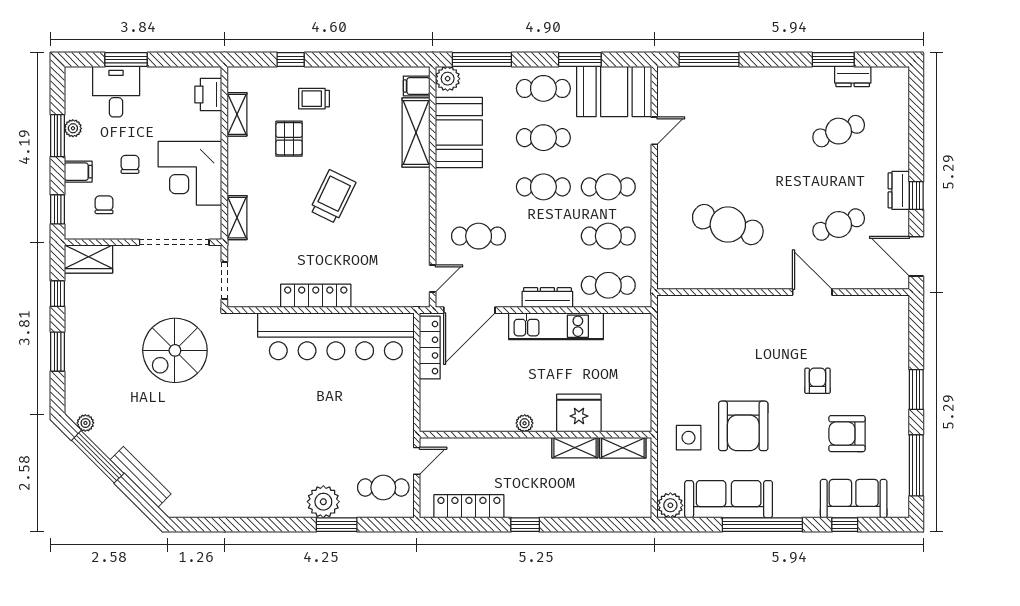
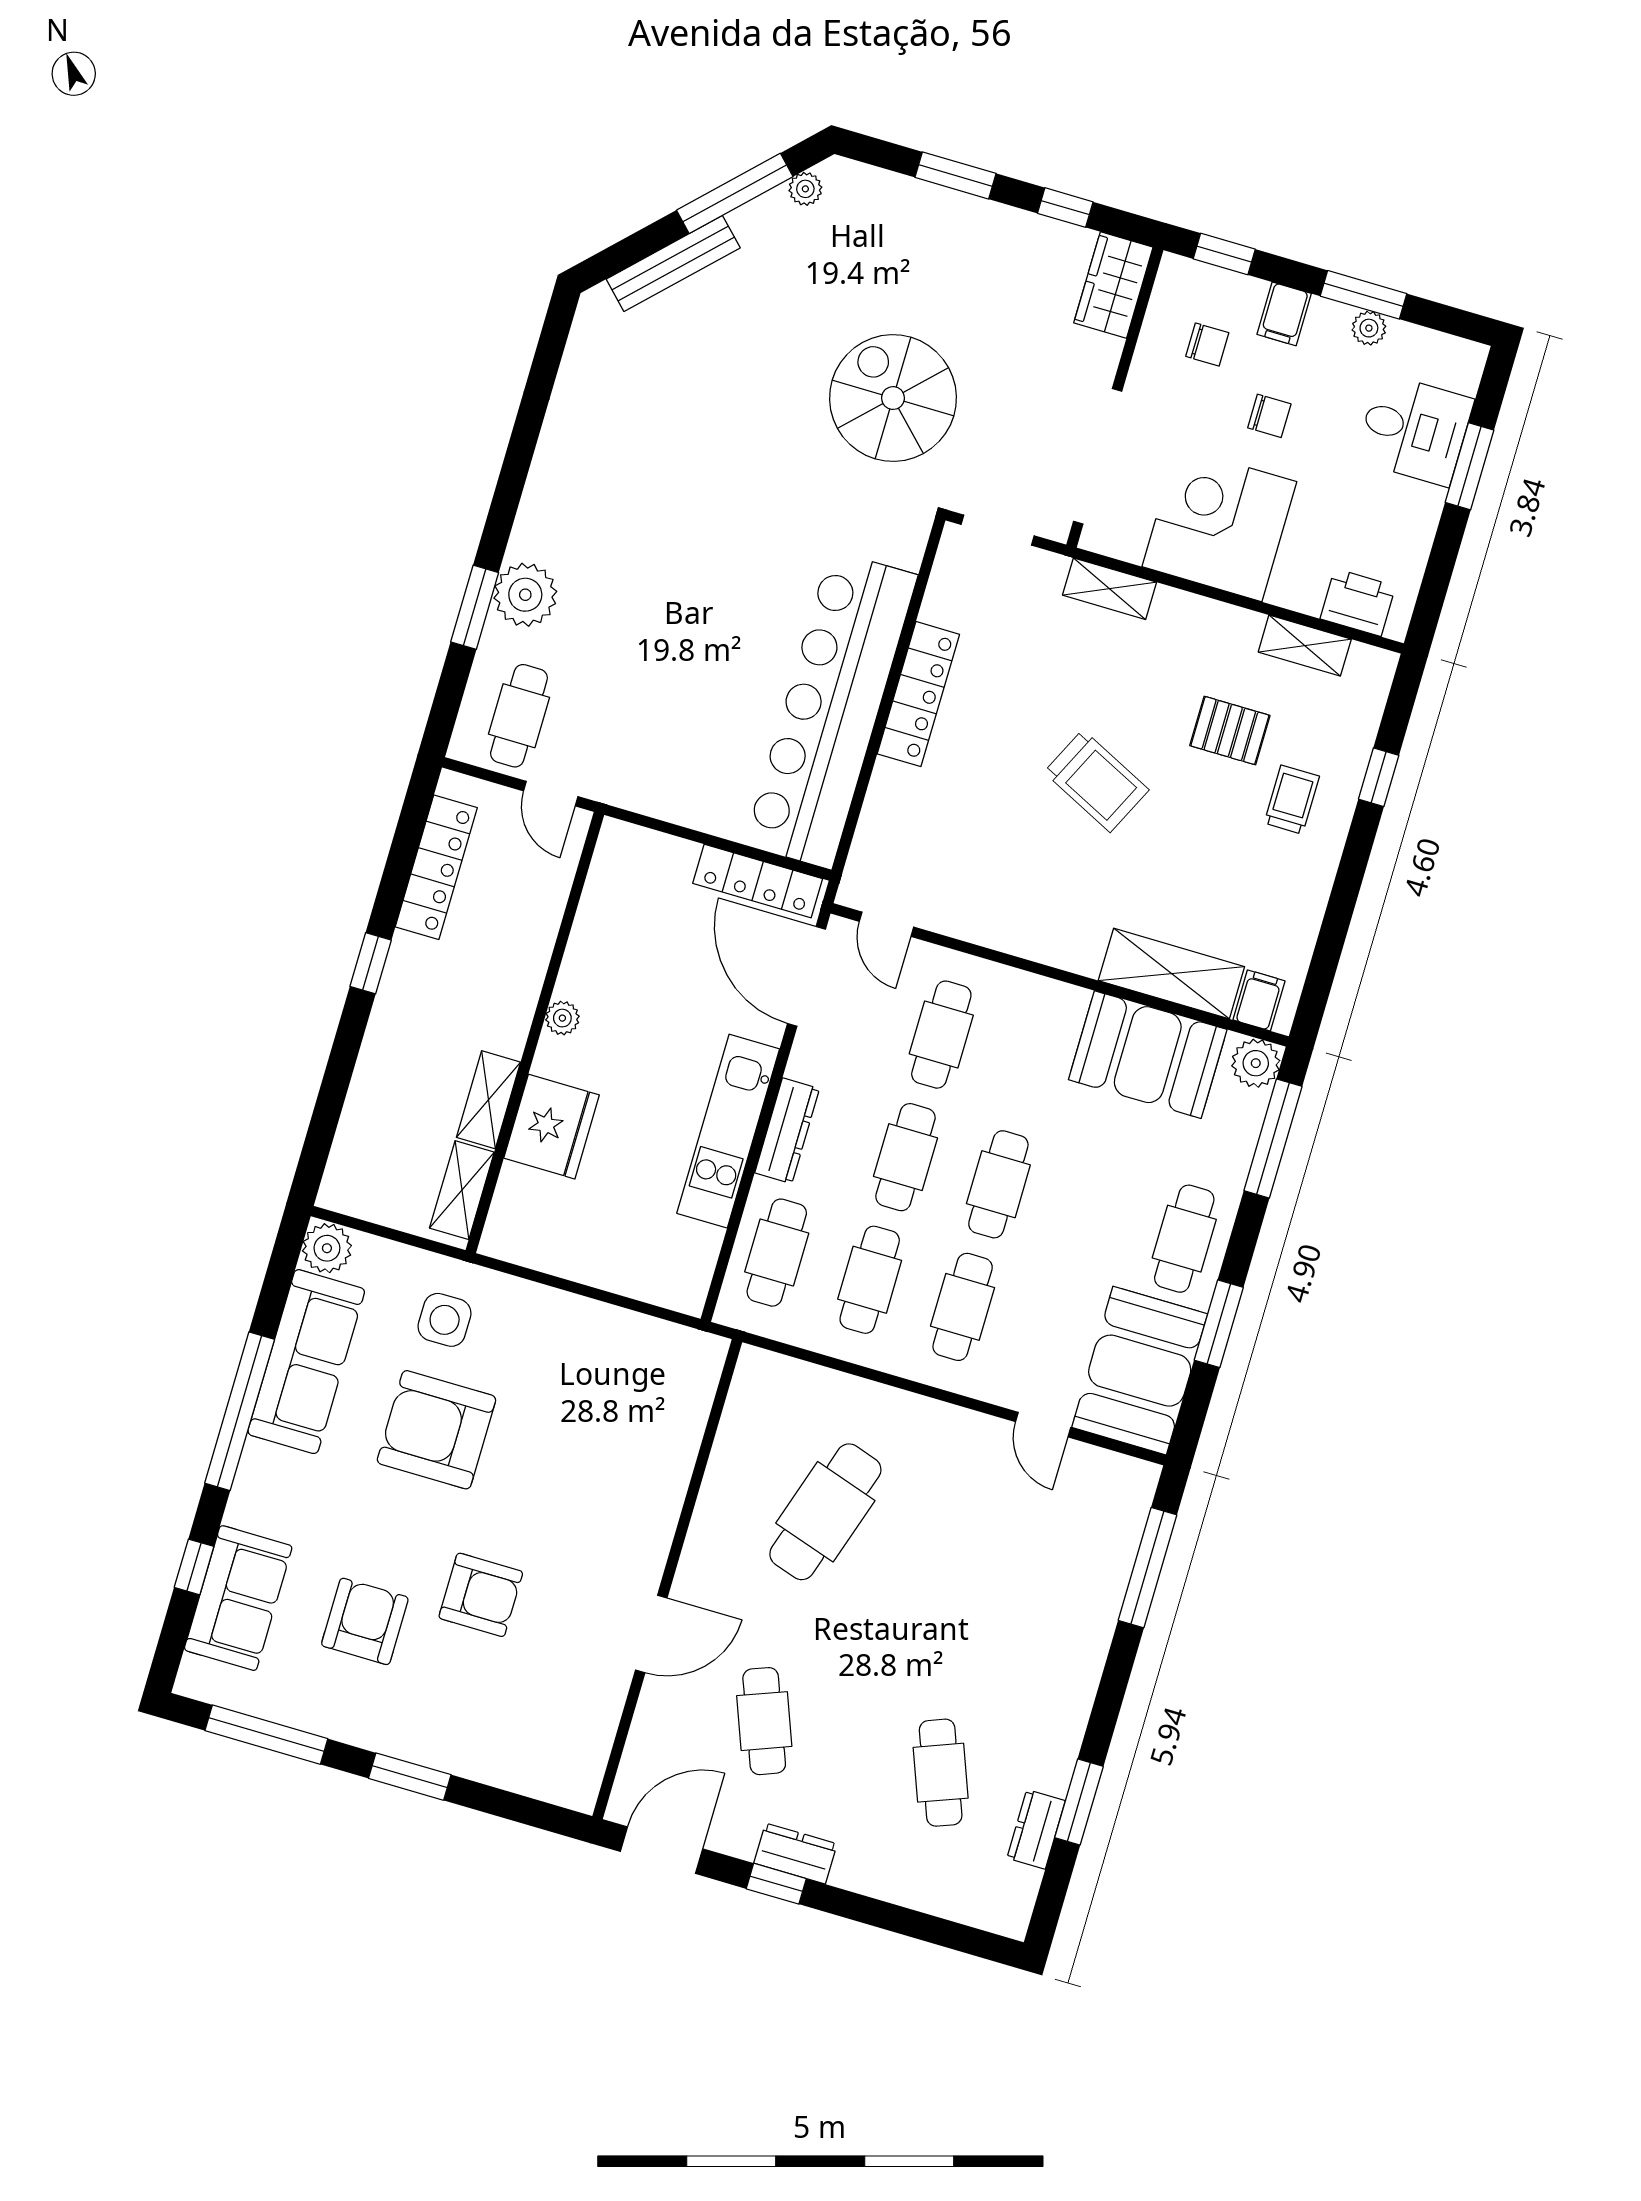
cafe table: (543, 138) -> (905, 1157), moved
armchair: (817, 381) -> (481, 1595), width x1.38, depth x1.38

